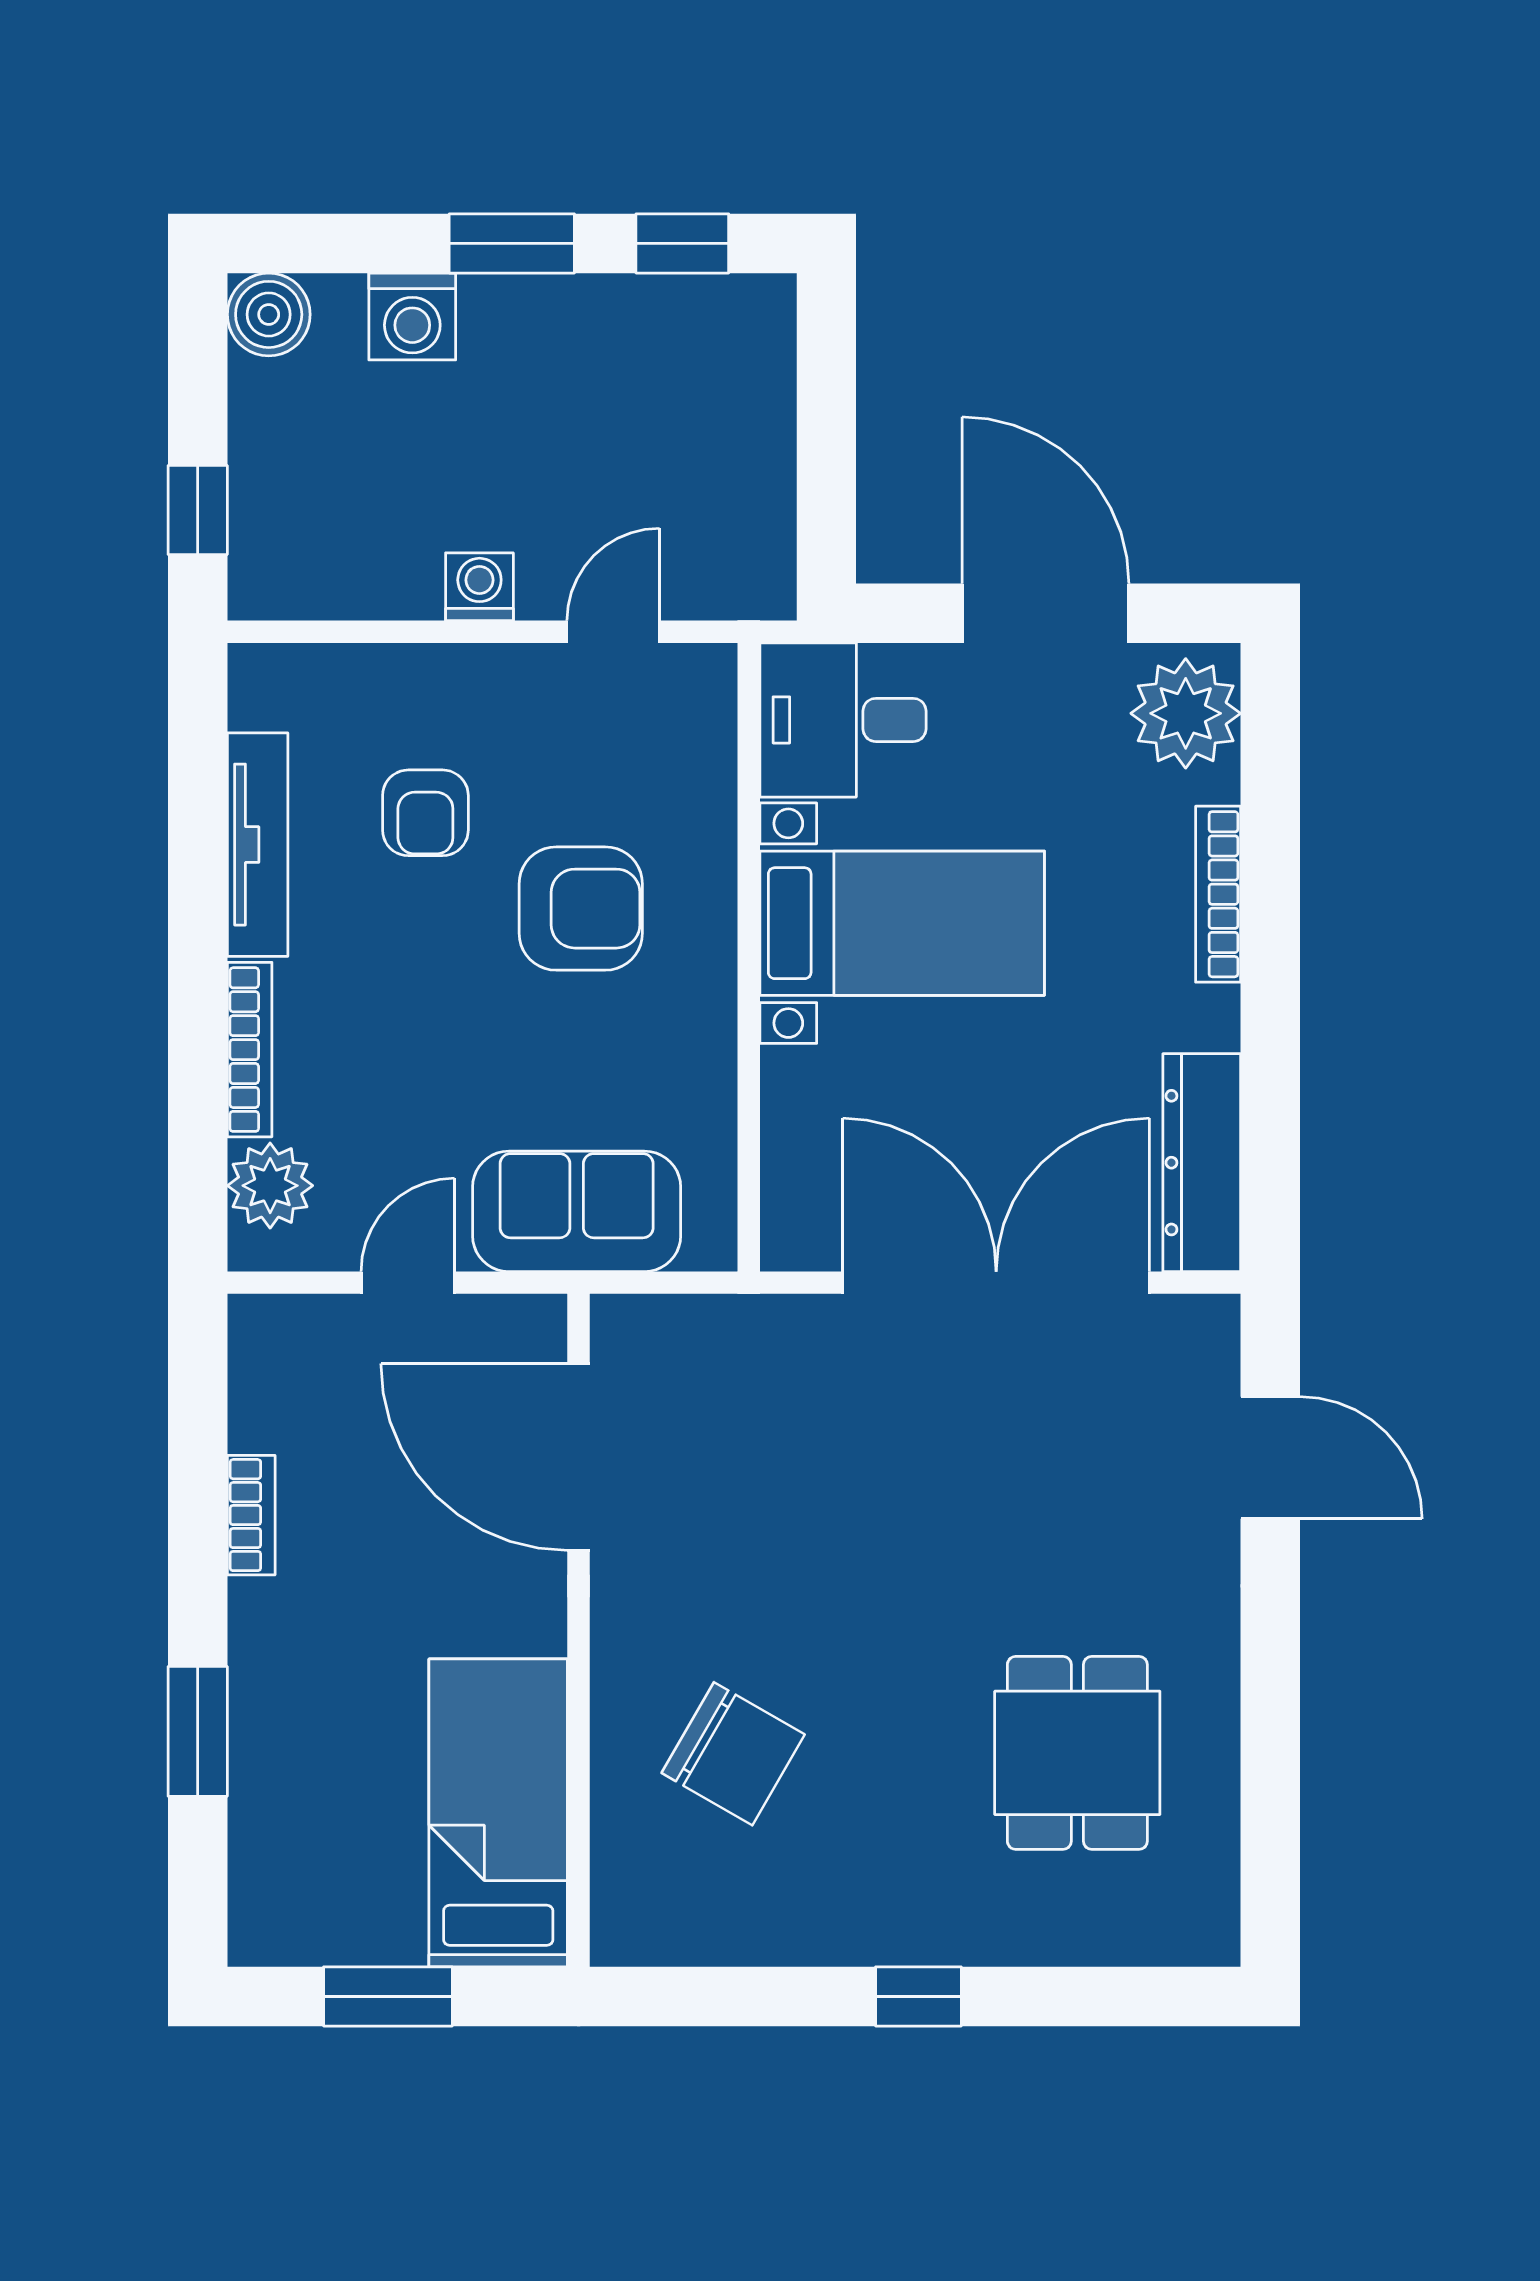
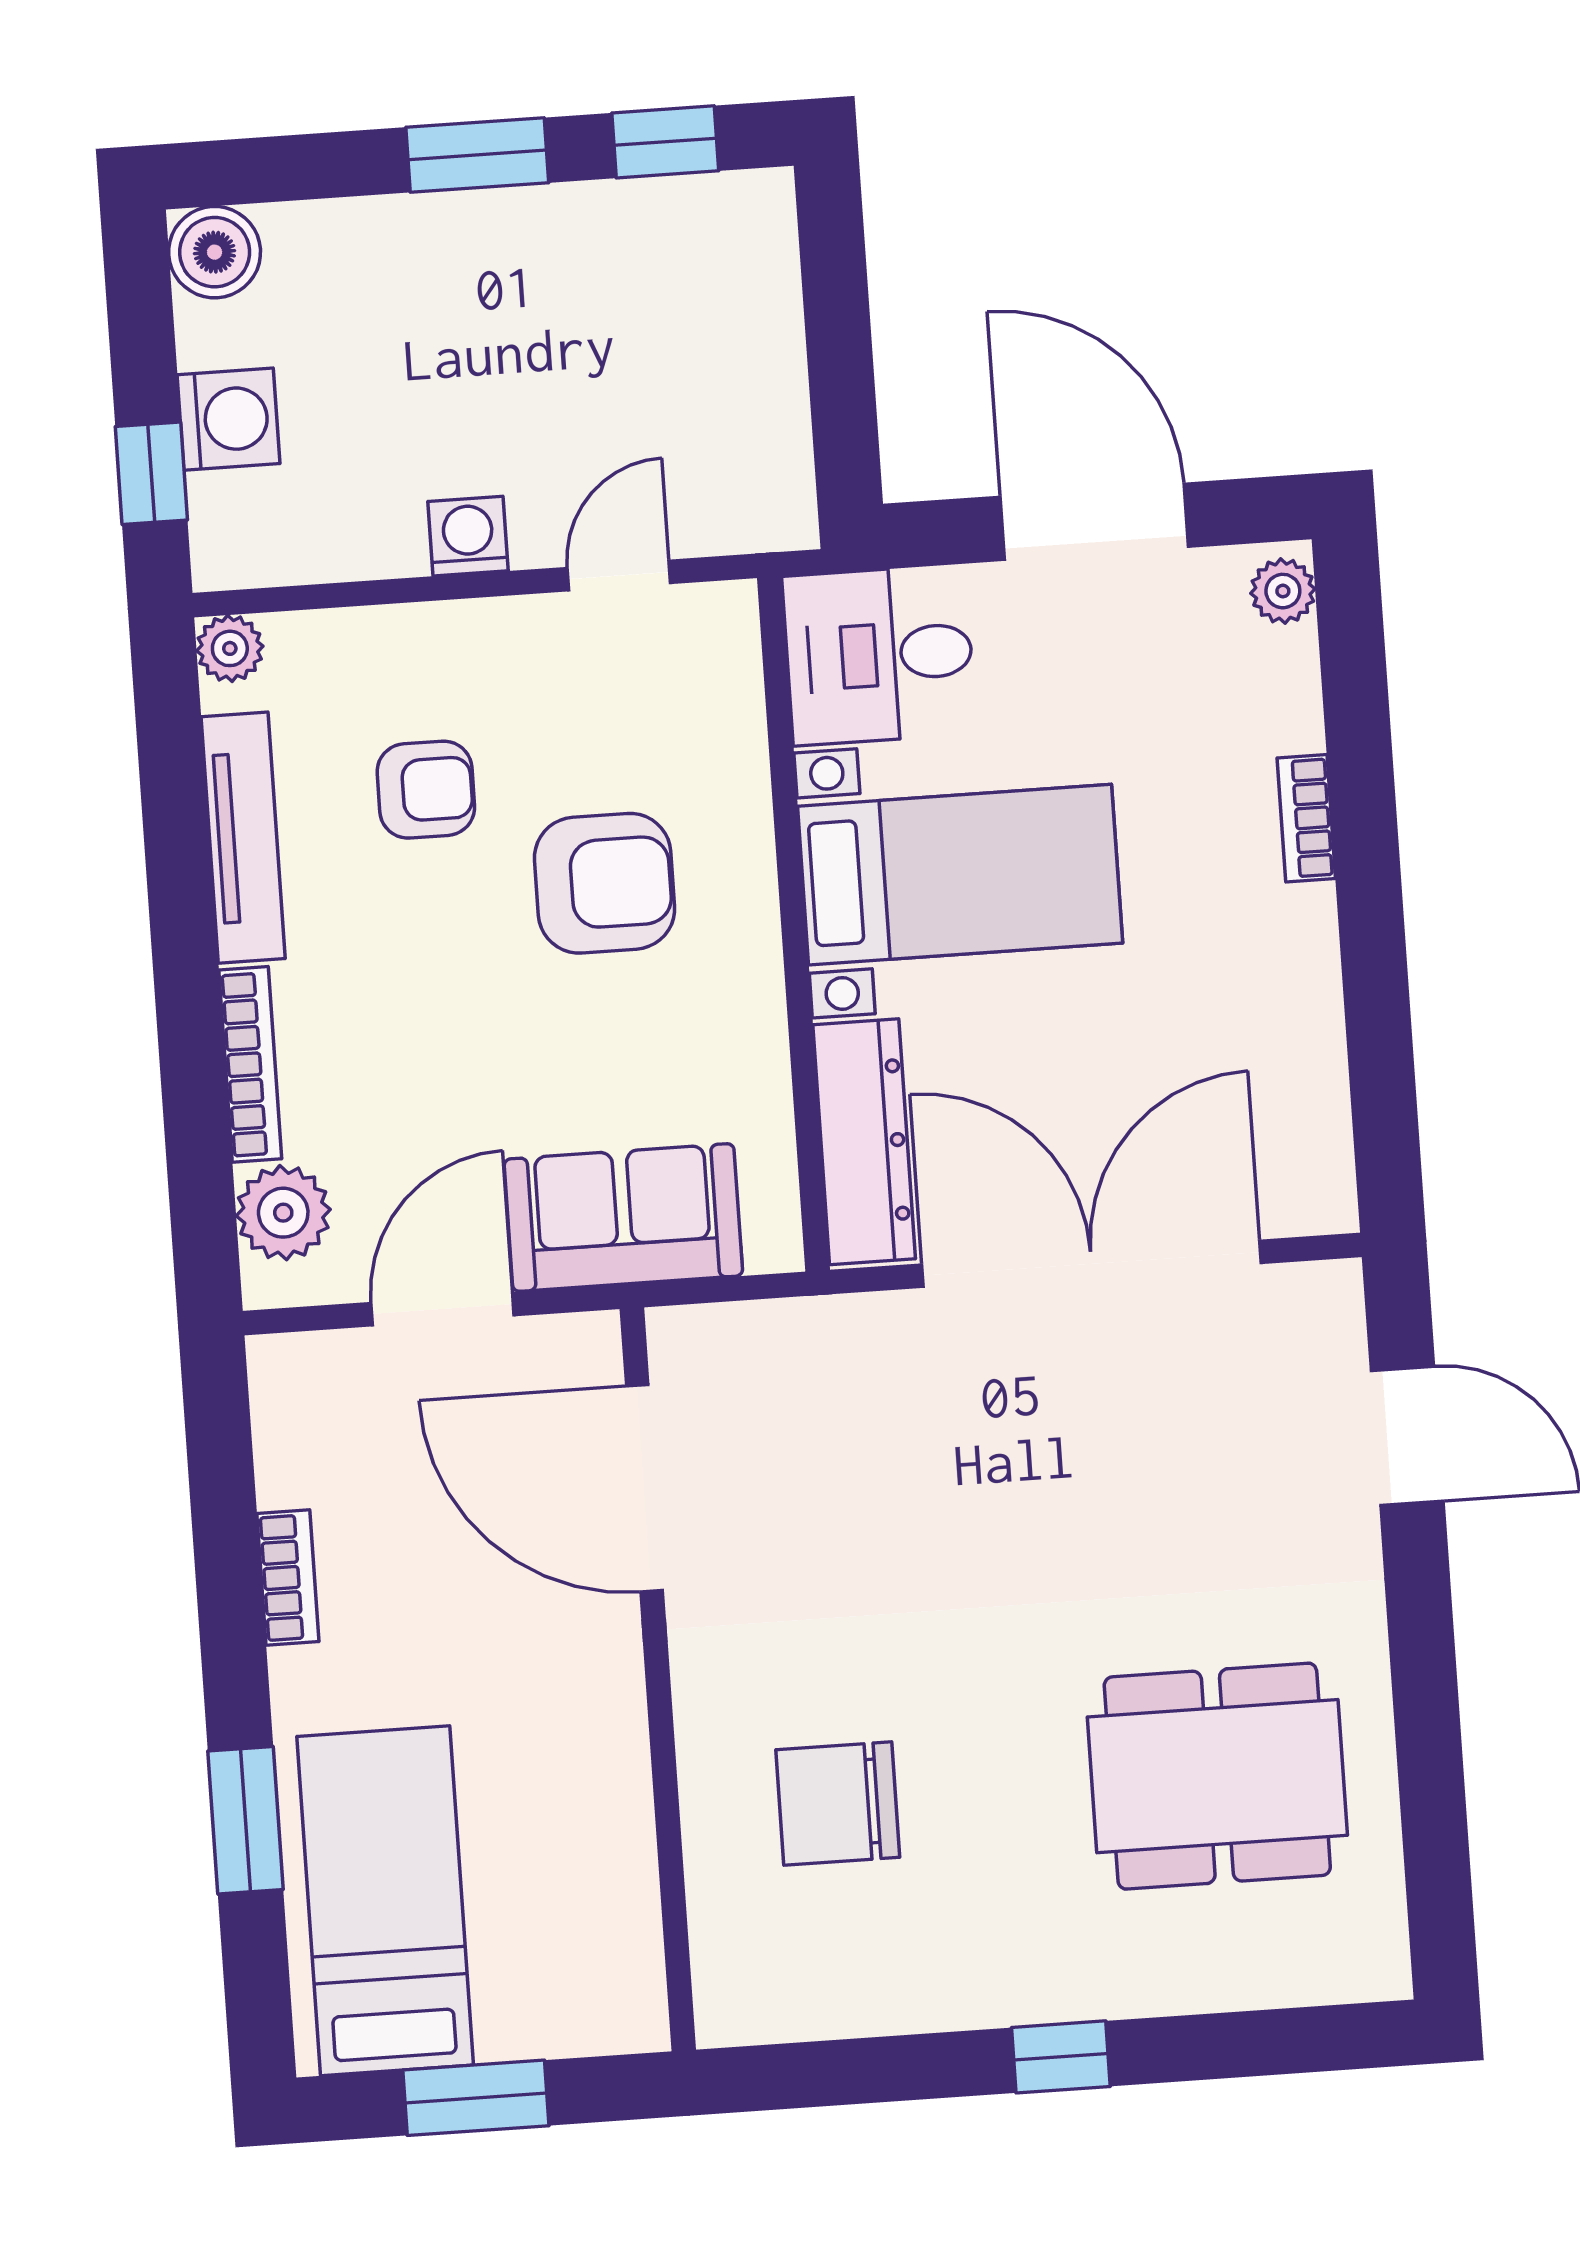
washing machine: (412, 316) -> (229, 419), moved, turned -90
plant: (257, 673) -> (230, 648), added
plant: (1186, 713) -> (1283, 591), width x0.53, depth x0.53
armchair: (425, 813) -> (426, 790), turned -90
bookcase: (1218, 894) -> (1306, 818), width x0.64
dresser: (1202, 1163) -> (864, 1142), moved, turned 180
door: (408, 1283) -> (443, 1309), width x1.38
dining table: (1077, 1753) -> (1217, 1776), width x1.38
chair: (733, 1754) -> (838, 1804), turned 150
bed: (498, 1813) -> (385, 1901), moved

